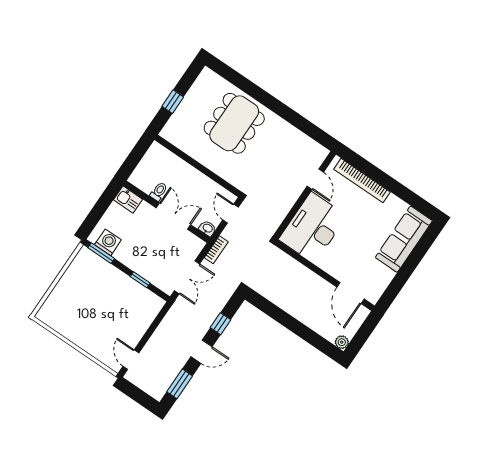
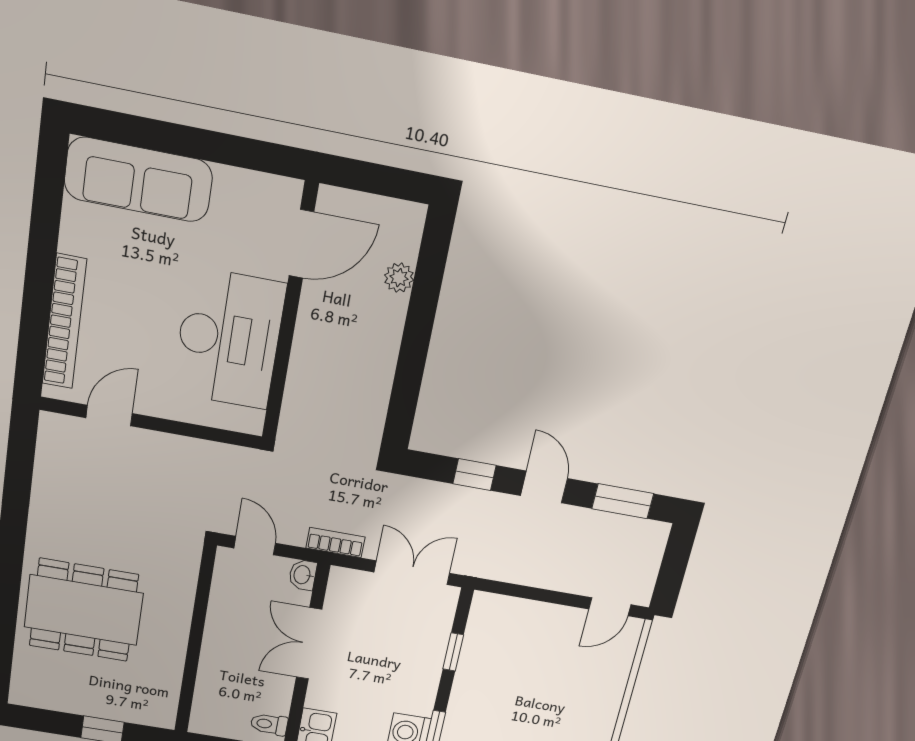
toilet: (159, 192) -> (269, 724), moved
door: (231, 214) -> (255, 546), swing flipped
desk: (313, 228) -> (229, 339), moved, turned -90
plant: (342, 342) -> (399, 278), moved

